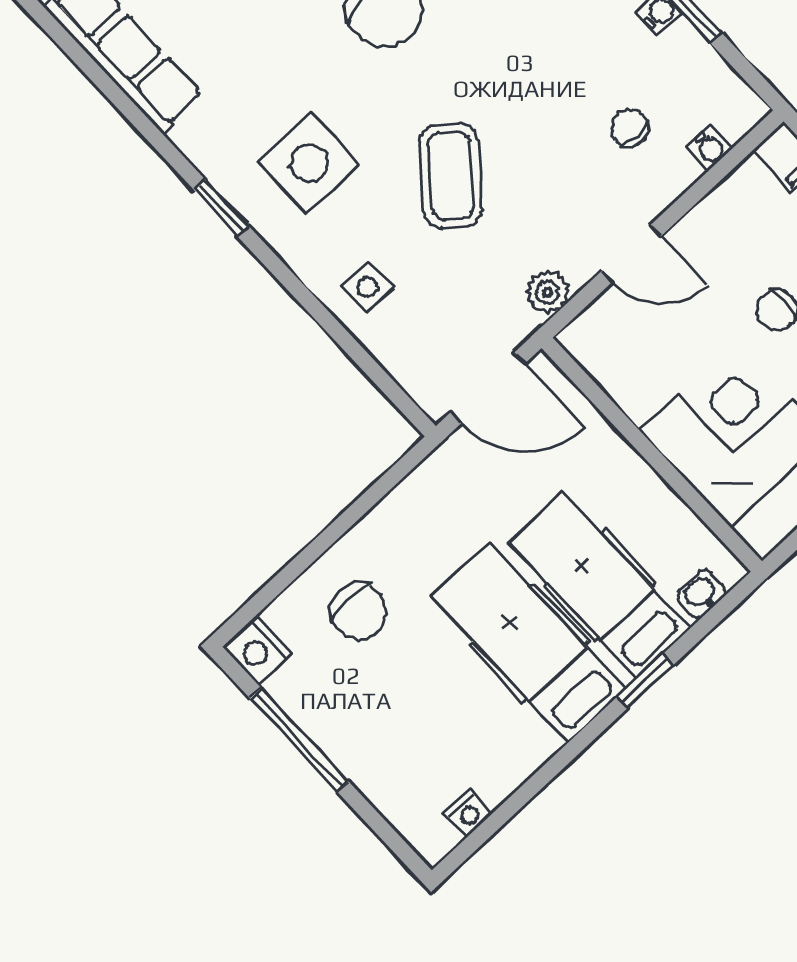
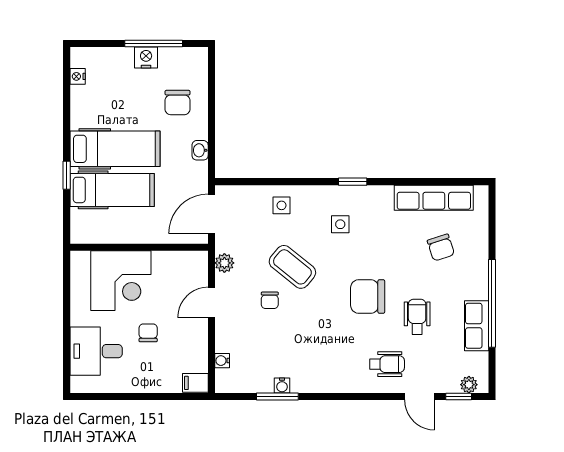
chair: (630, 128) -> (270, 300), moved, turned 90
side table: (309, 163) -> (340, 224), width x0.54, depth x0.54
washbasin: (701, 594) -> (200, 150), moved, turned 180
chair: (359, 612) -> (178, 103), turned -90
nightstand: (258, 651) -> (146, 58), moved

